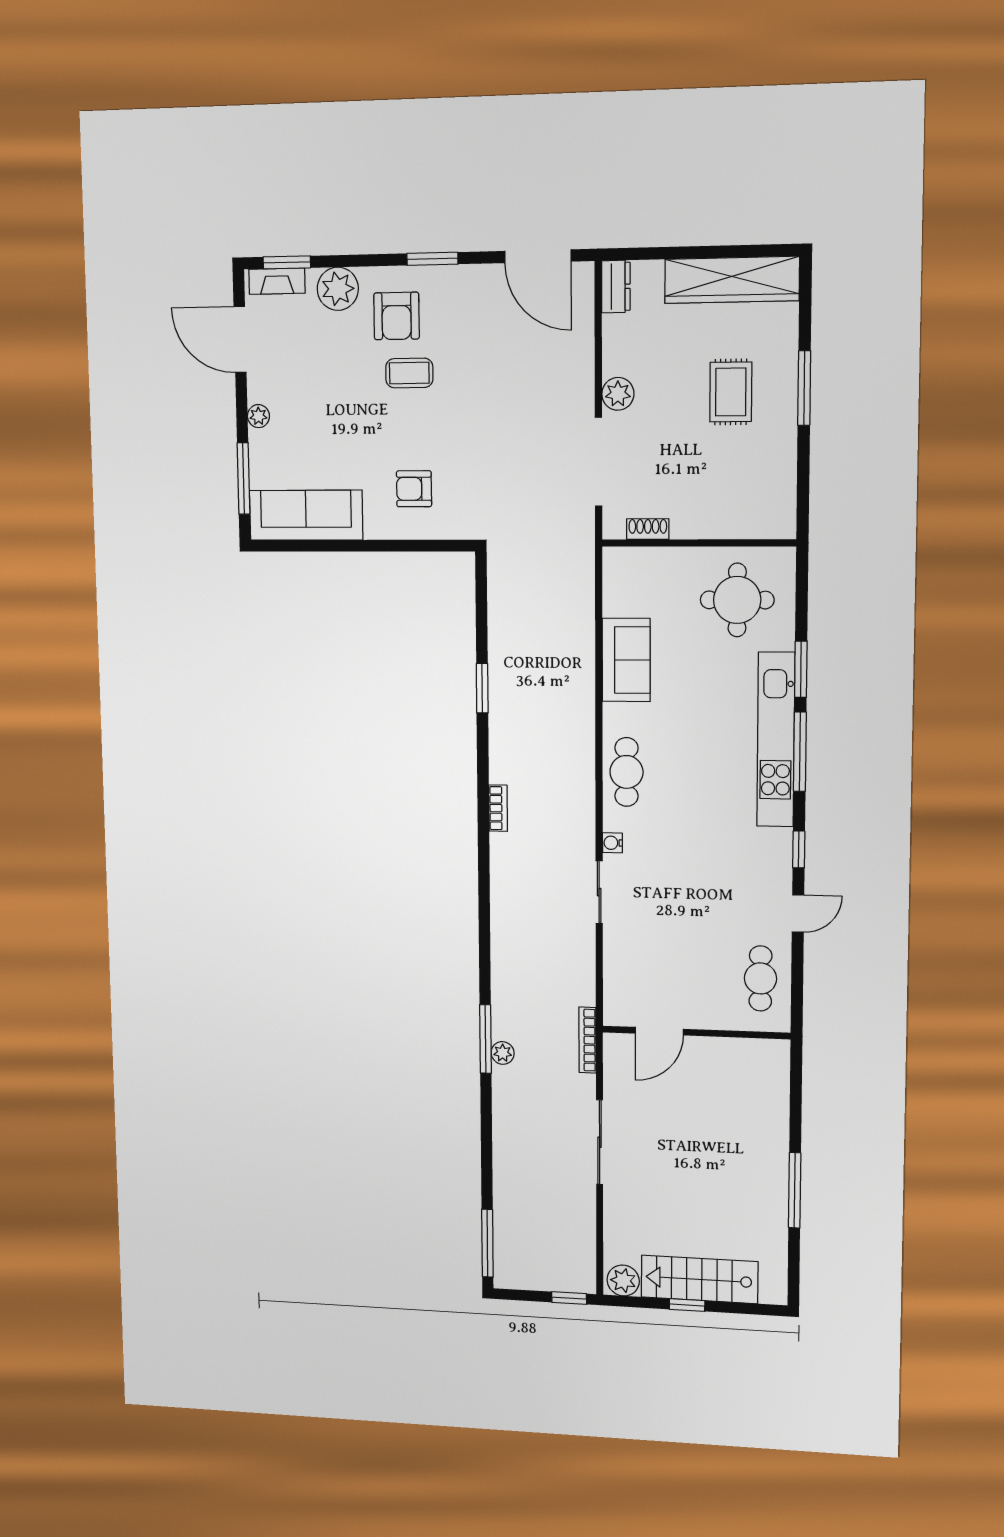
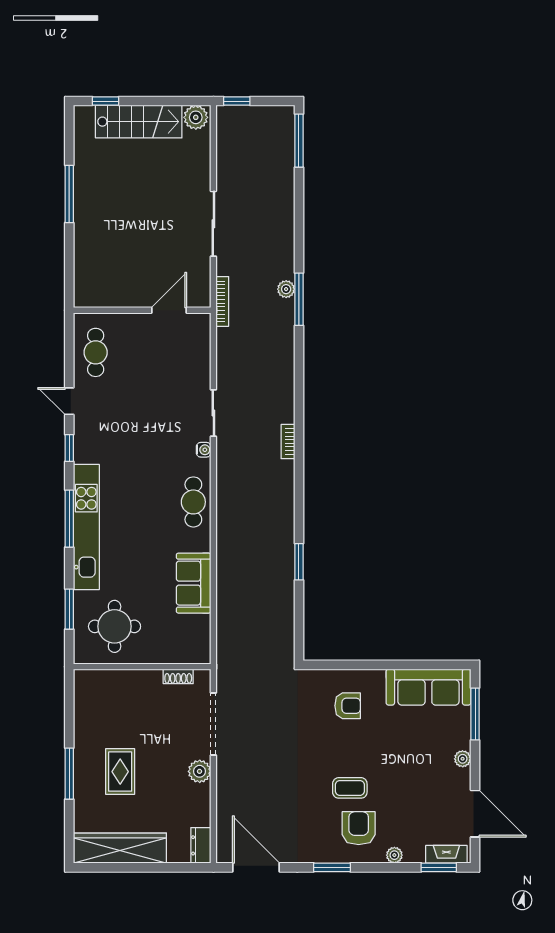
plant: (338, 289) -> (394, 855), width x0.53, depth x0.53
window: (801, 669) -> (69, 609), moved
bookcase: (498, 808) -> (288, 442), moved
door: (798, 914) -> (69, 401), hinge flipped
window: (687, 1305) -> (106, 101), moved

